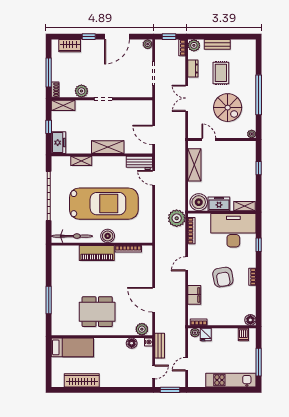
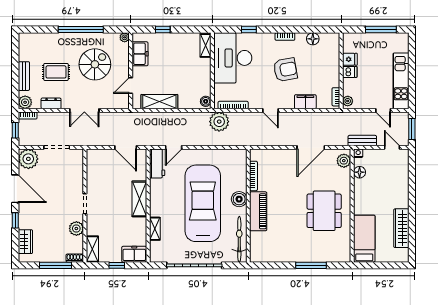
plant: (148, 44) -> (28, 159), width x1.88, depth x1.88
door: (154, 135) -> (126, 147), hinge flipped
boiler: (199, 202) -> (206, 101), width x0.54, depth x0.54
freezer: (219, 204) -> (140, 54), moved, turned 180
floor lamp: (250, 320) -> (313, 39), moved
fridge: (206, 334) -> (350, 59), moved
dishwasher: (243, 334) -> (350, 72), moved
kitchen unit: (231, 380) -> (401, 81), moved

